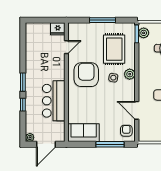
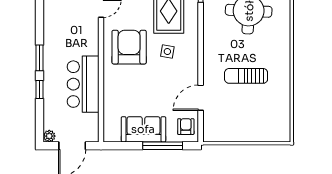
plant: (130, 74) -> (191, 47), removed
door: (137, 110) -> (201, 98), hinge flipped
sofa: (84, 133) -> (143, 129), moved

